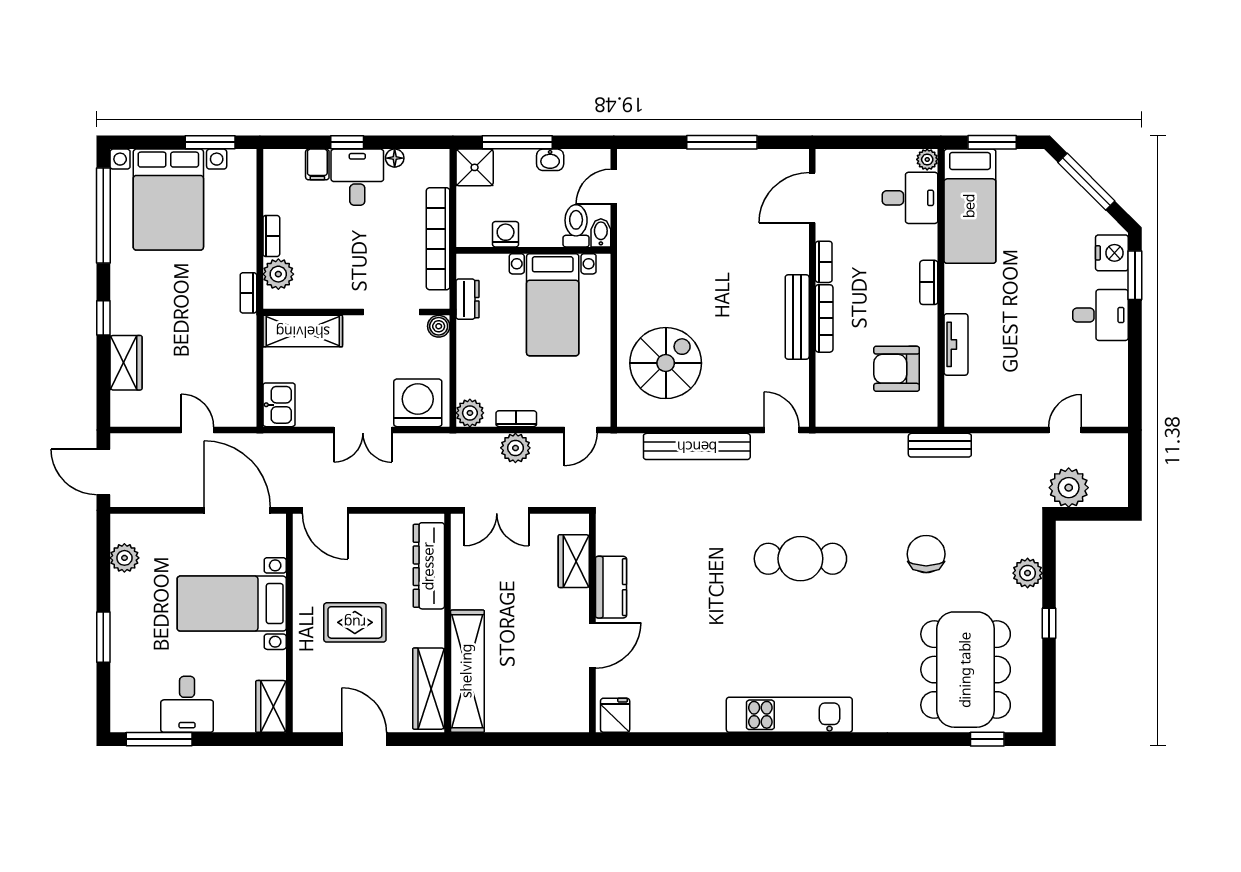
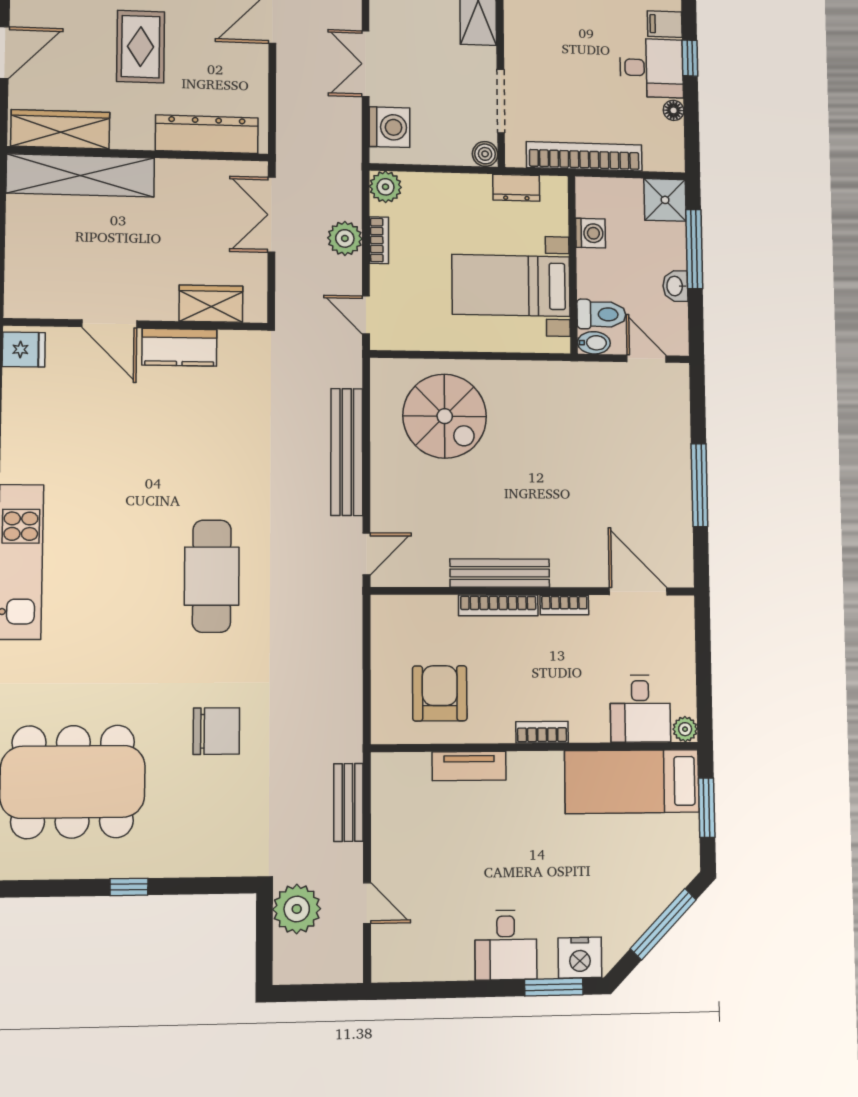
washing machine: (418, 403) -> (390, 127), width x0.73, depth x0.73
bench: (940, 445) -> (348, 802), moved
plant: (1028, 573) -> (192, 859), removed

